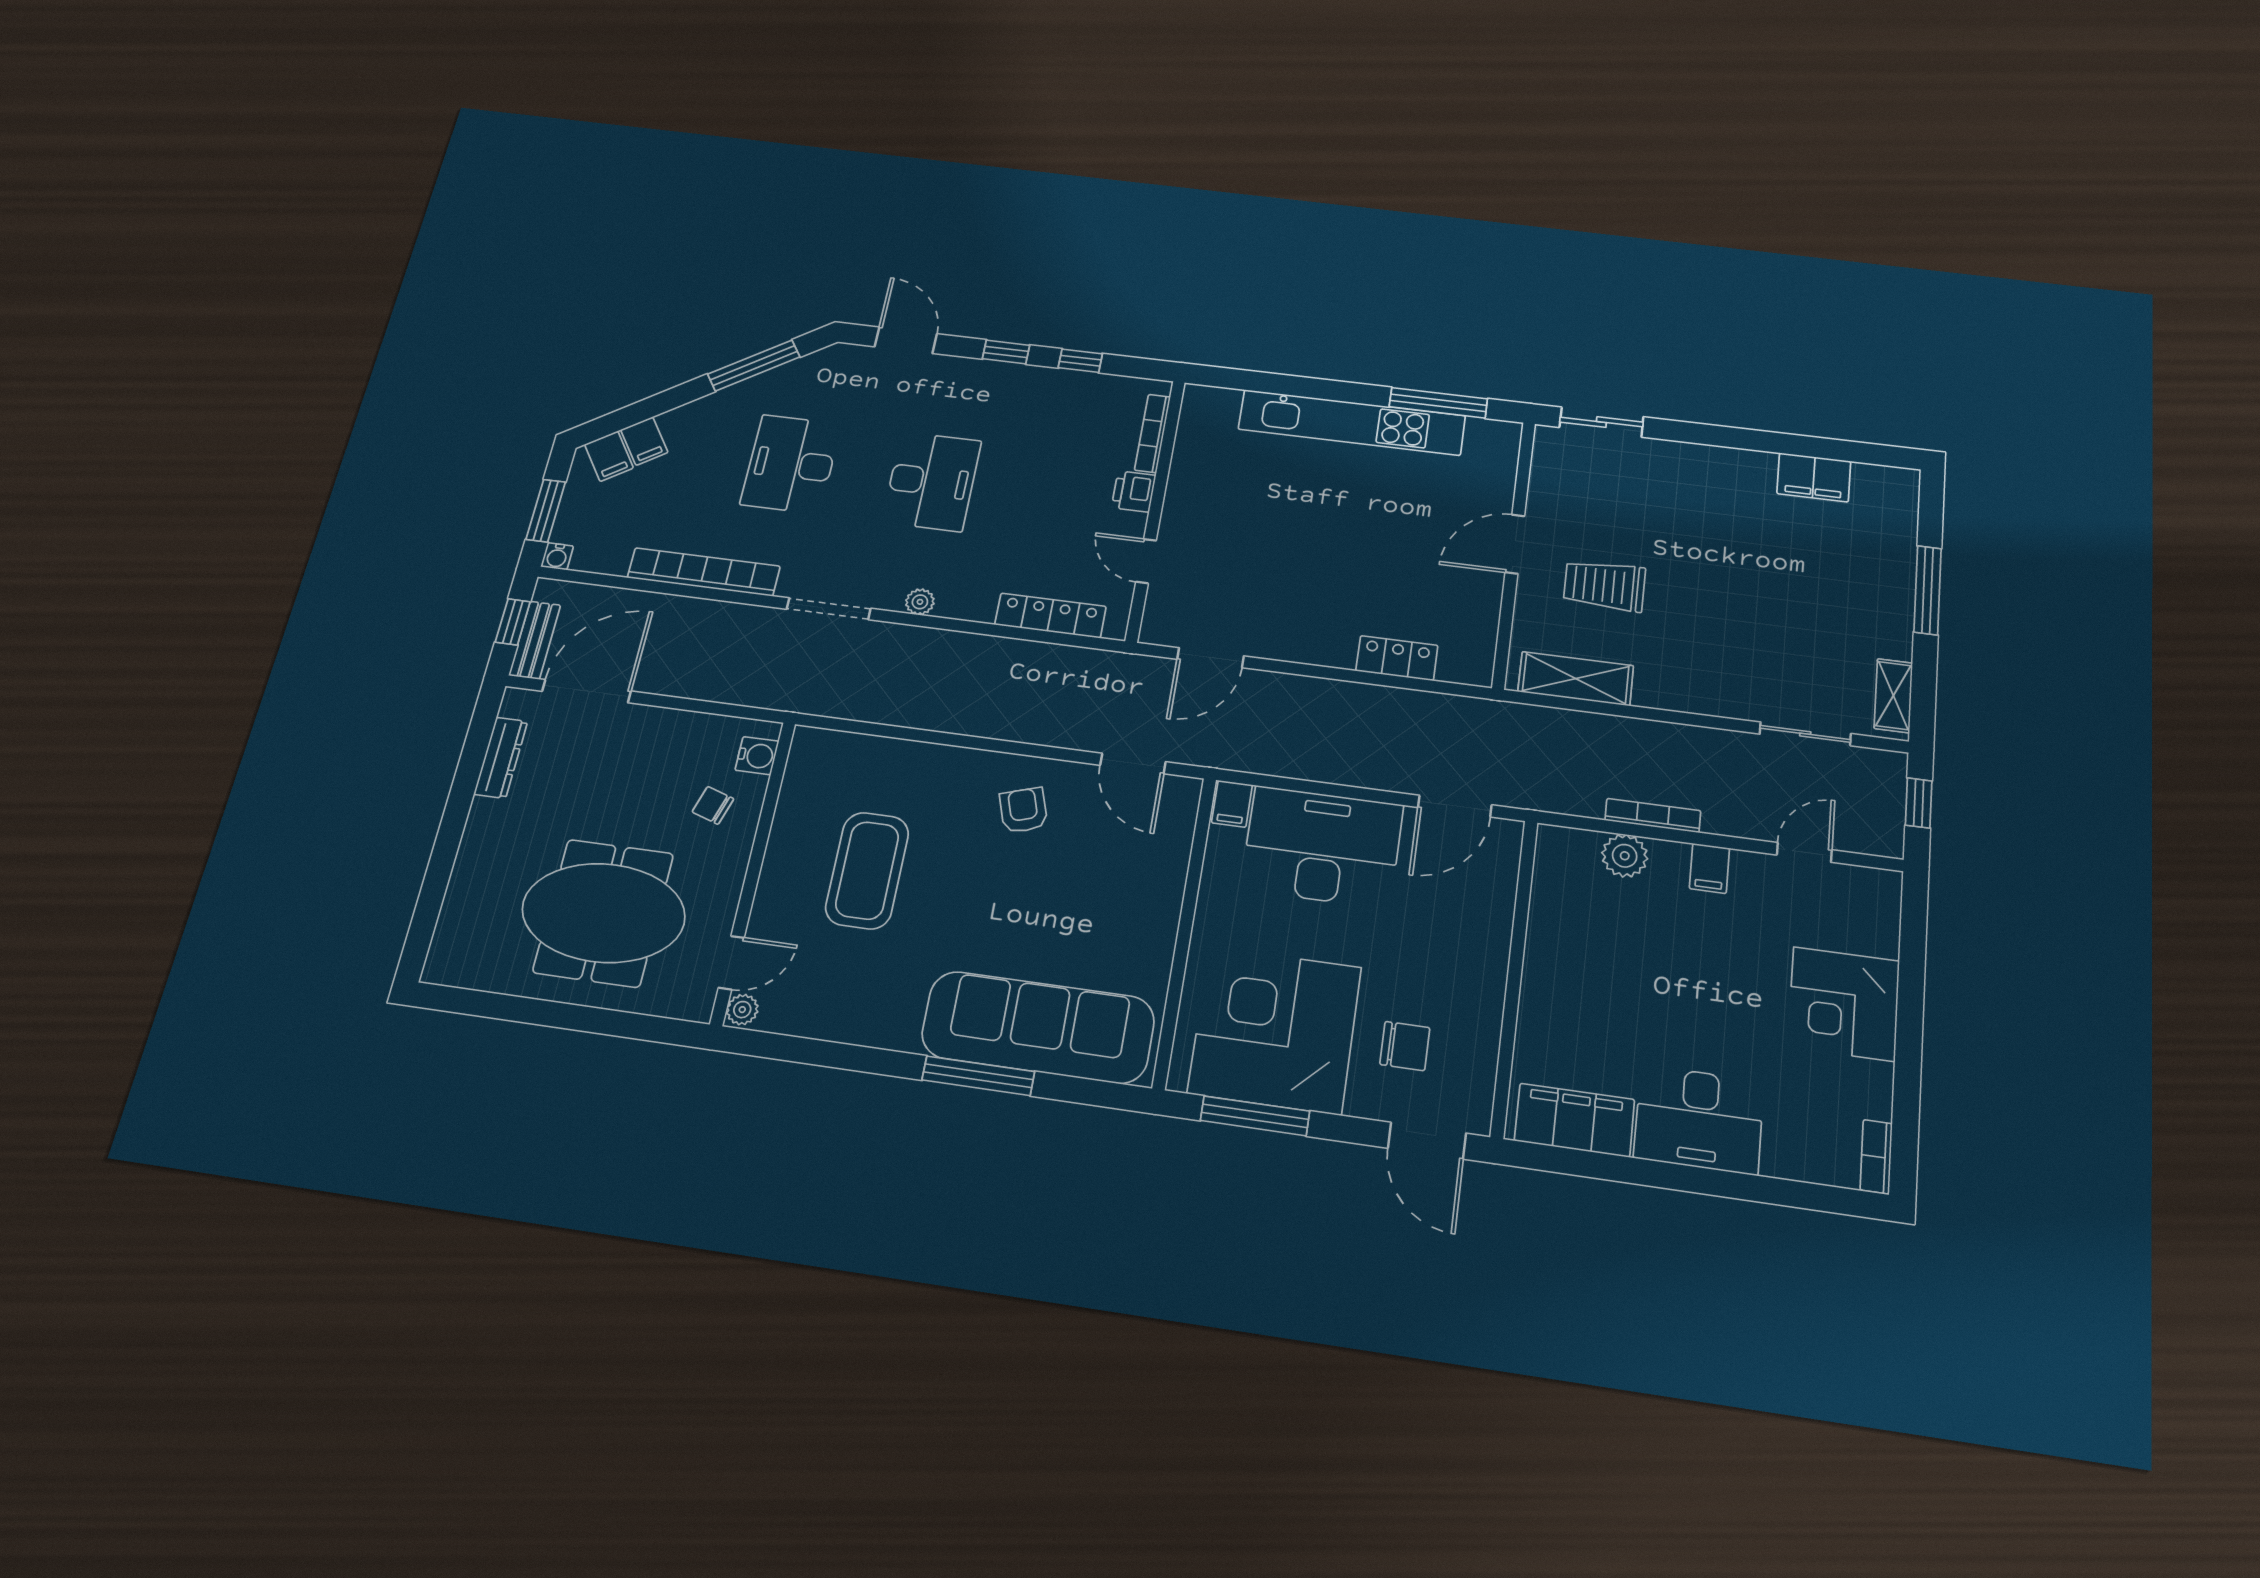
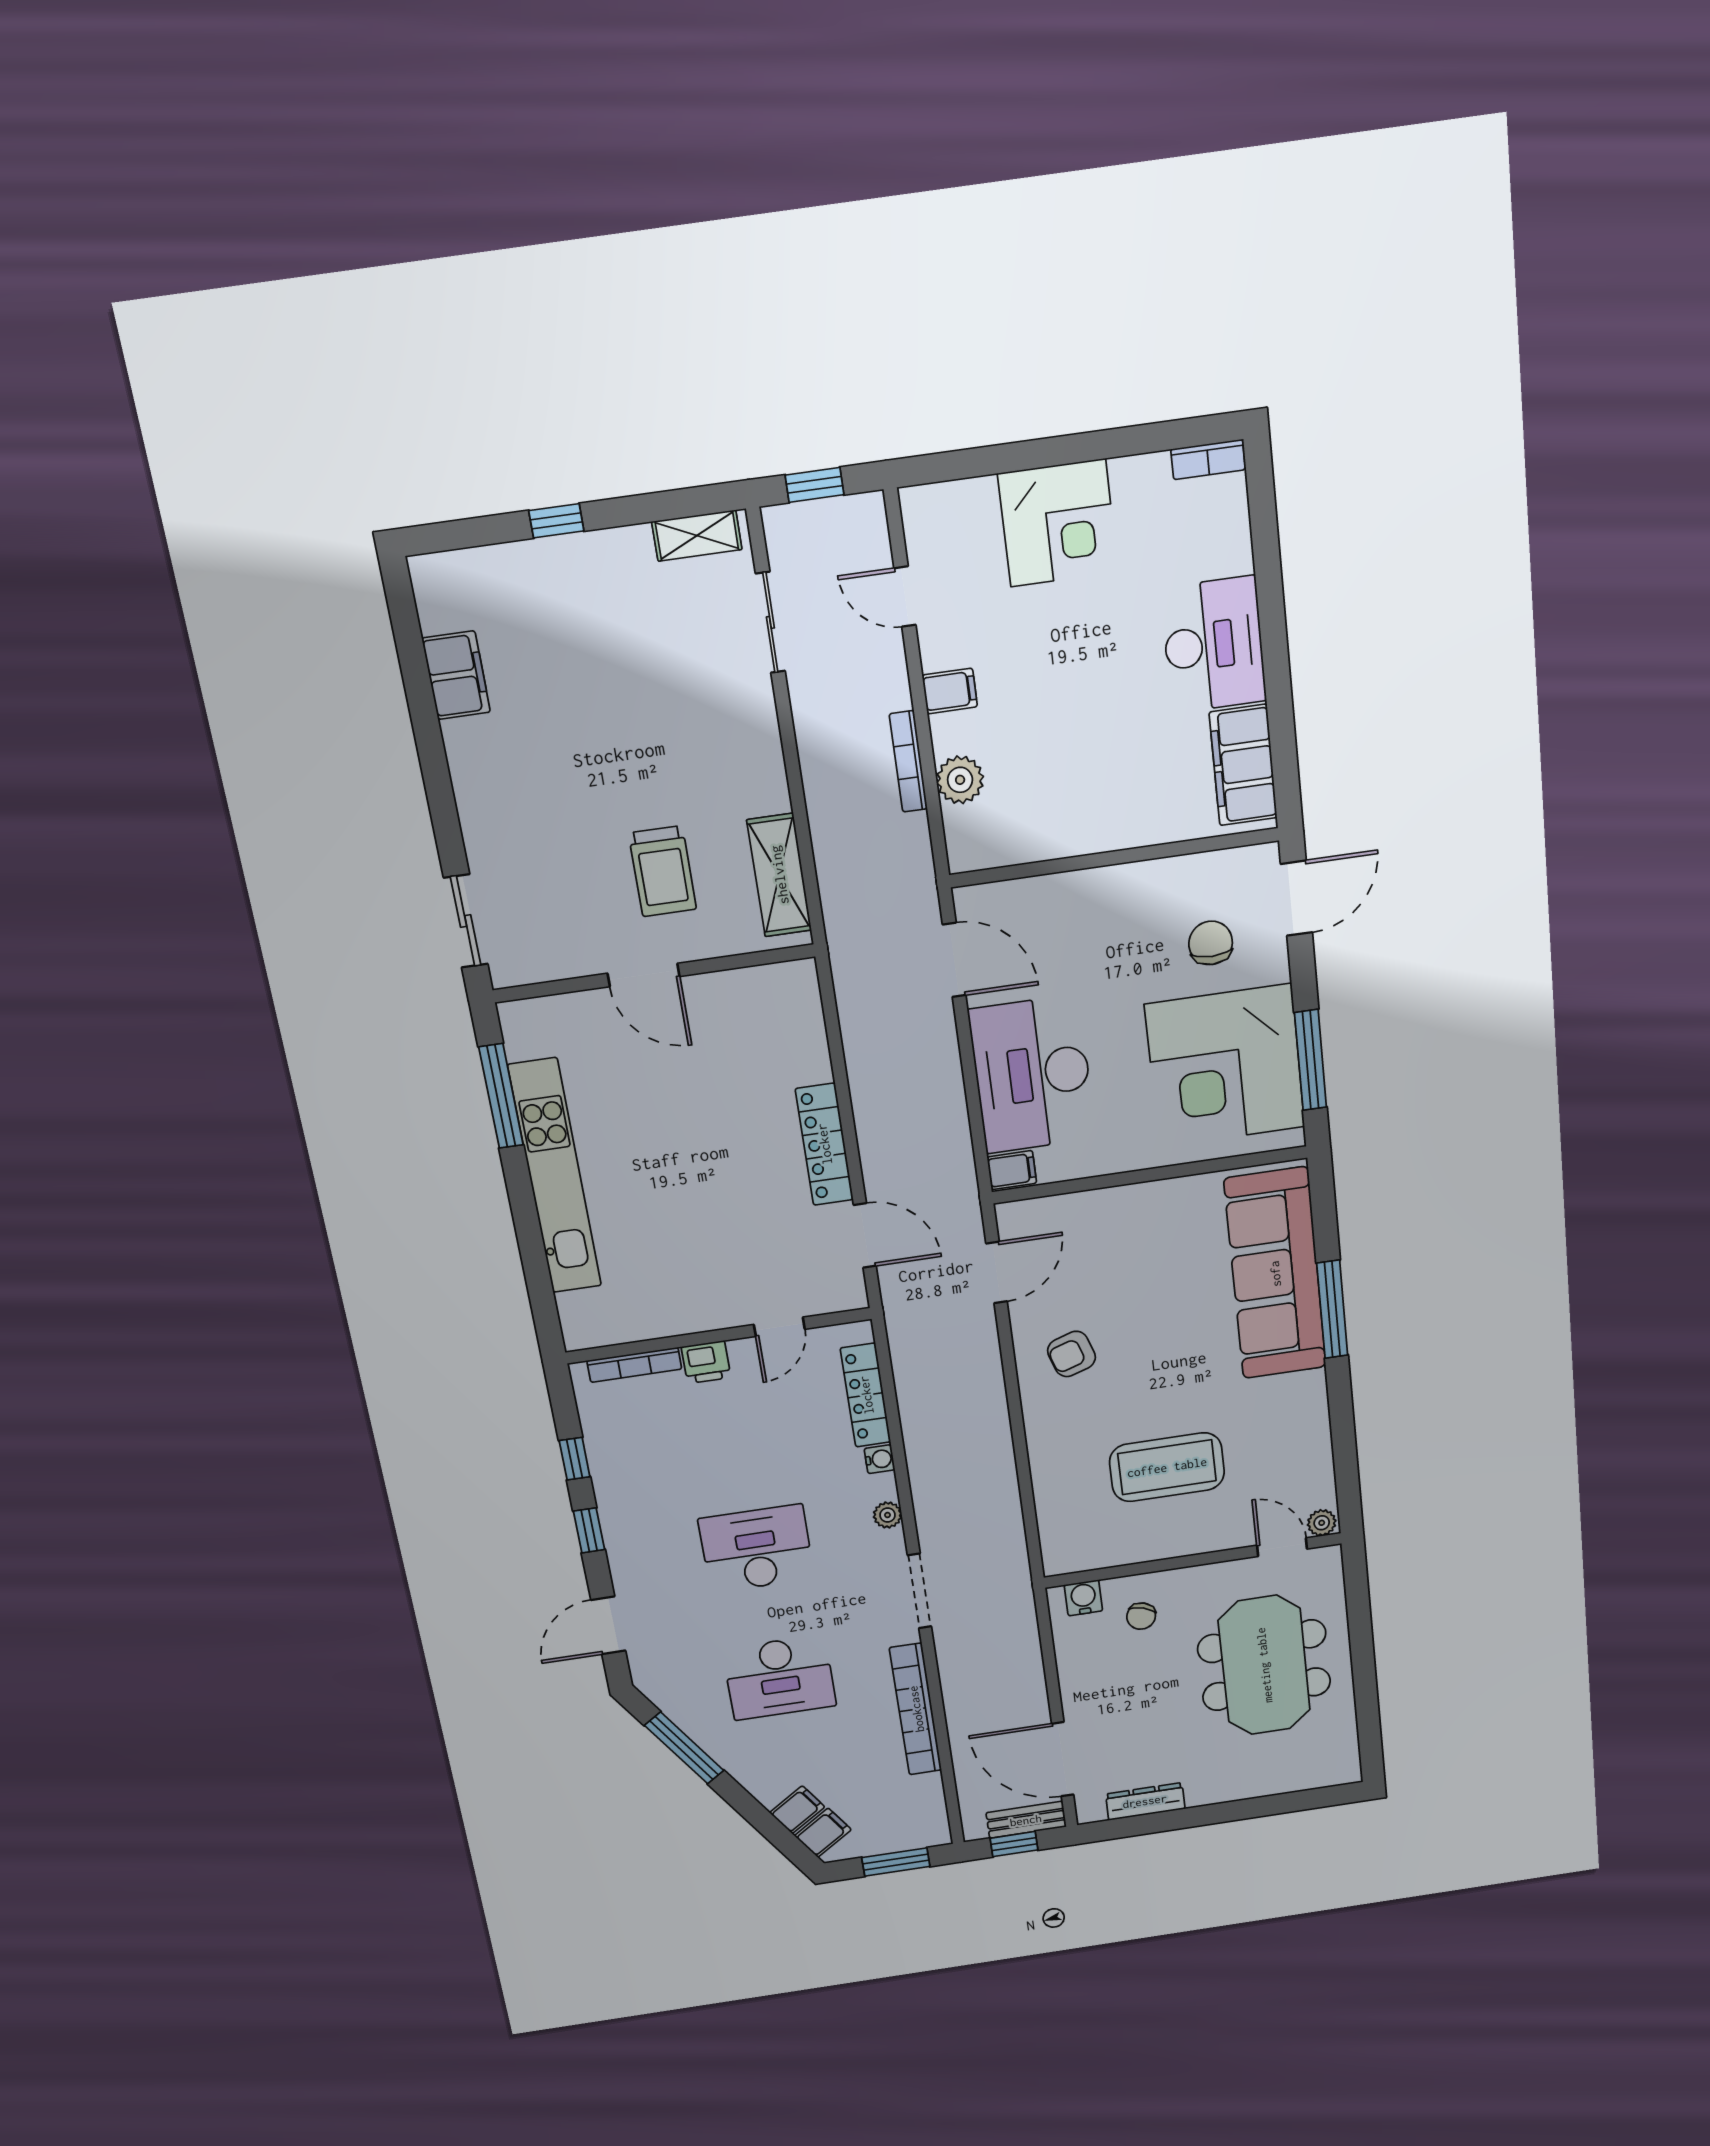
water cooler: (557, 556) -> (880, 1459), moved
window: (1928, 590) -> (556, 521), width x0.46
locker: (1397, 658) -> (824, 1144), moved, width x1.53

